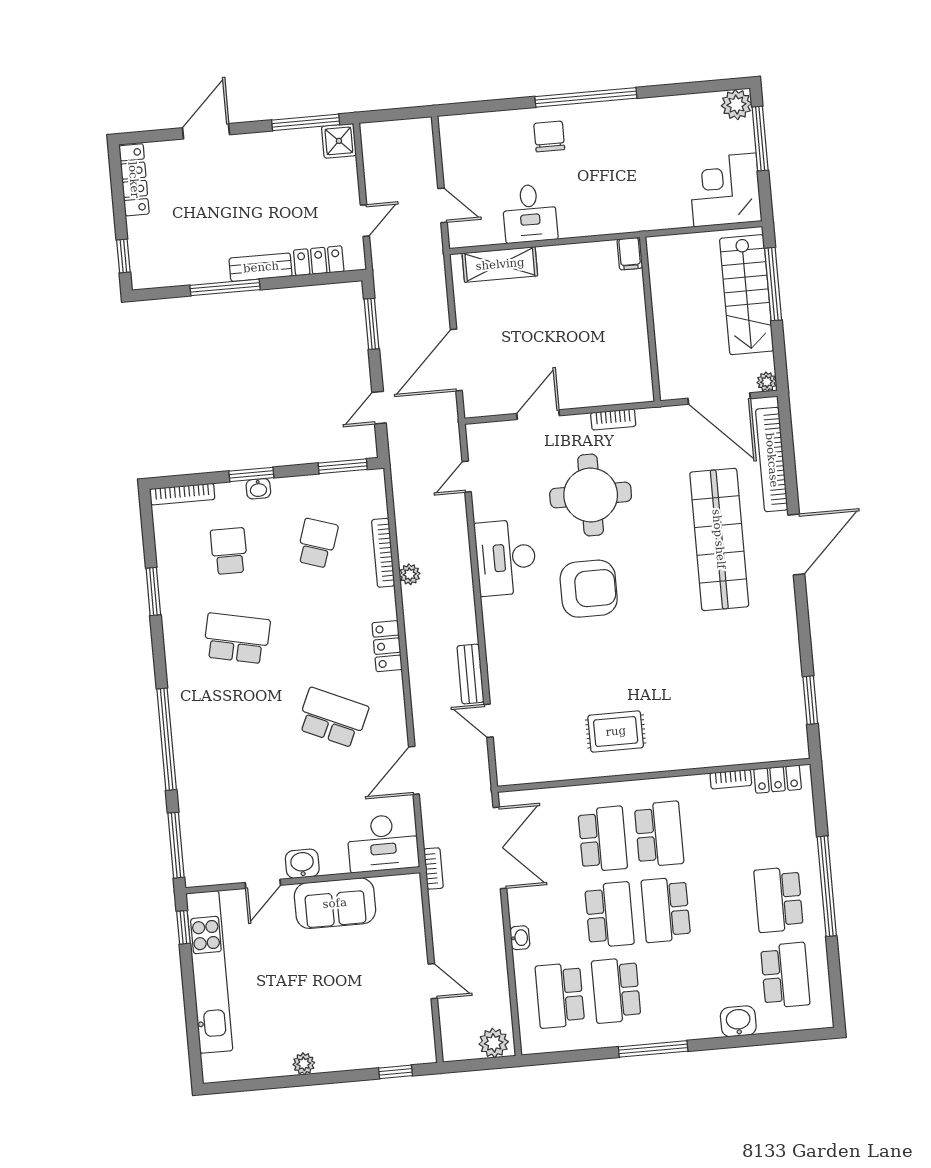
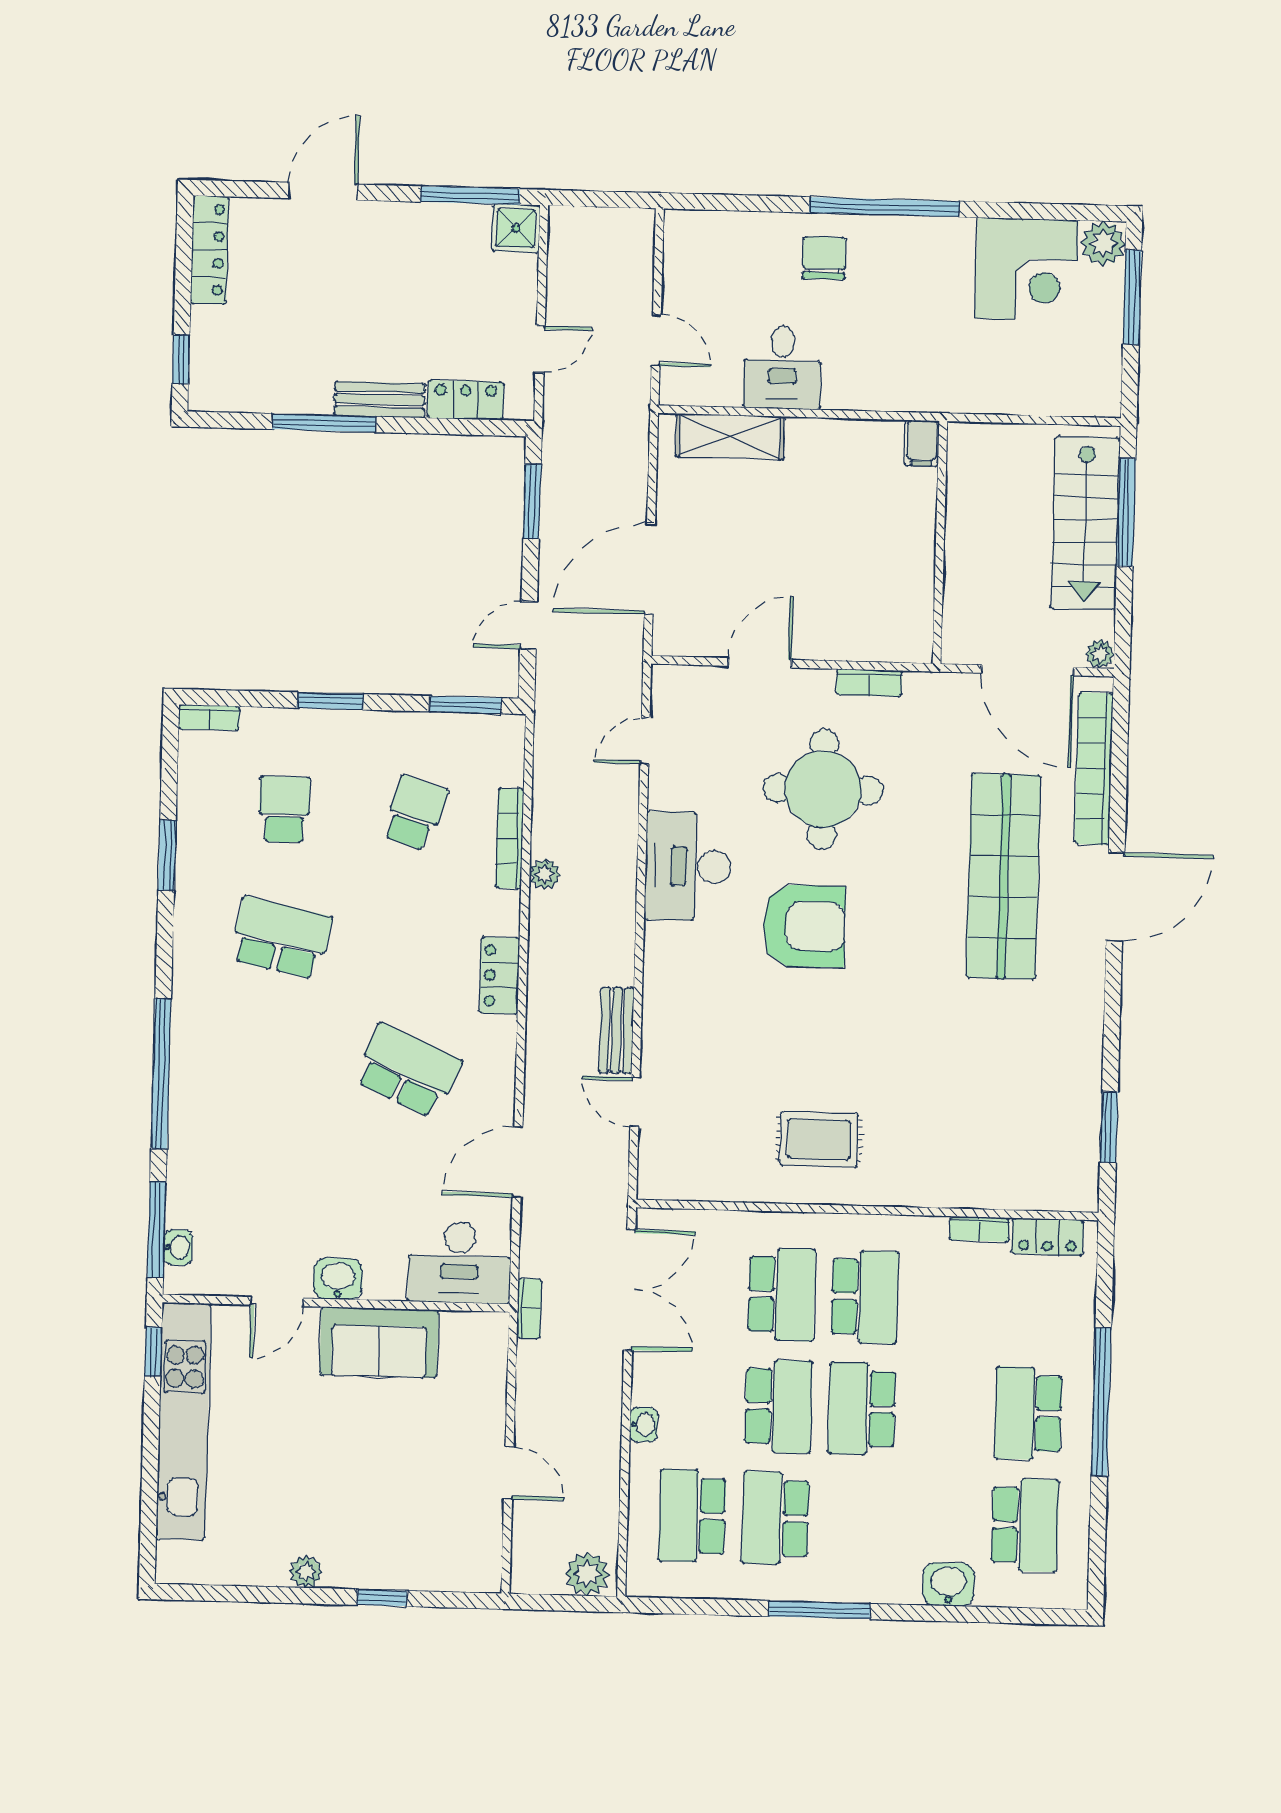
corner desk: (725, 190) -> (1027, 269), moved, turned 180
washbasin: (258, 489) -> (178, 1247), moved, turned -90
bookcase: (182, 494) -> (209, 717), width x0.64
window: (396, 1072) -> (382, 1598), moved

